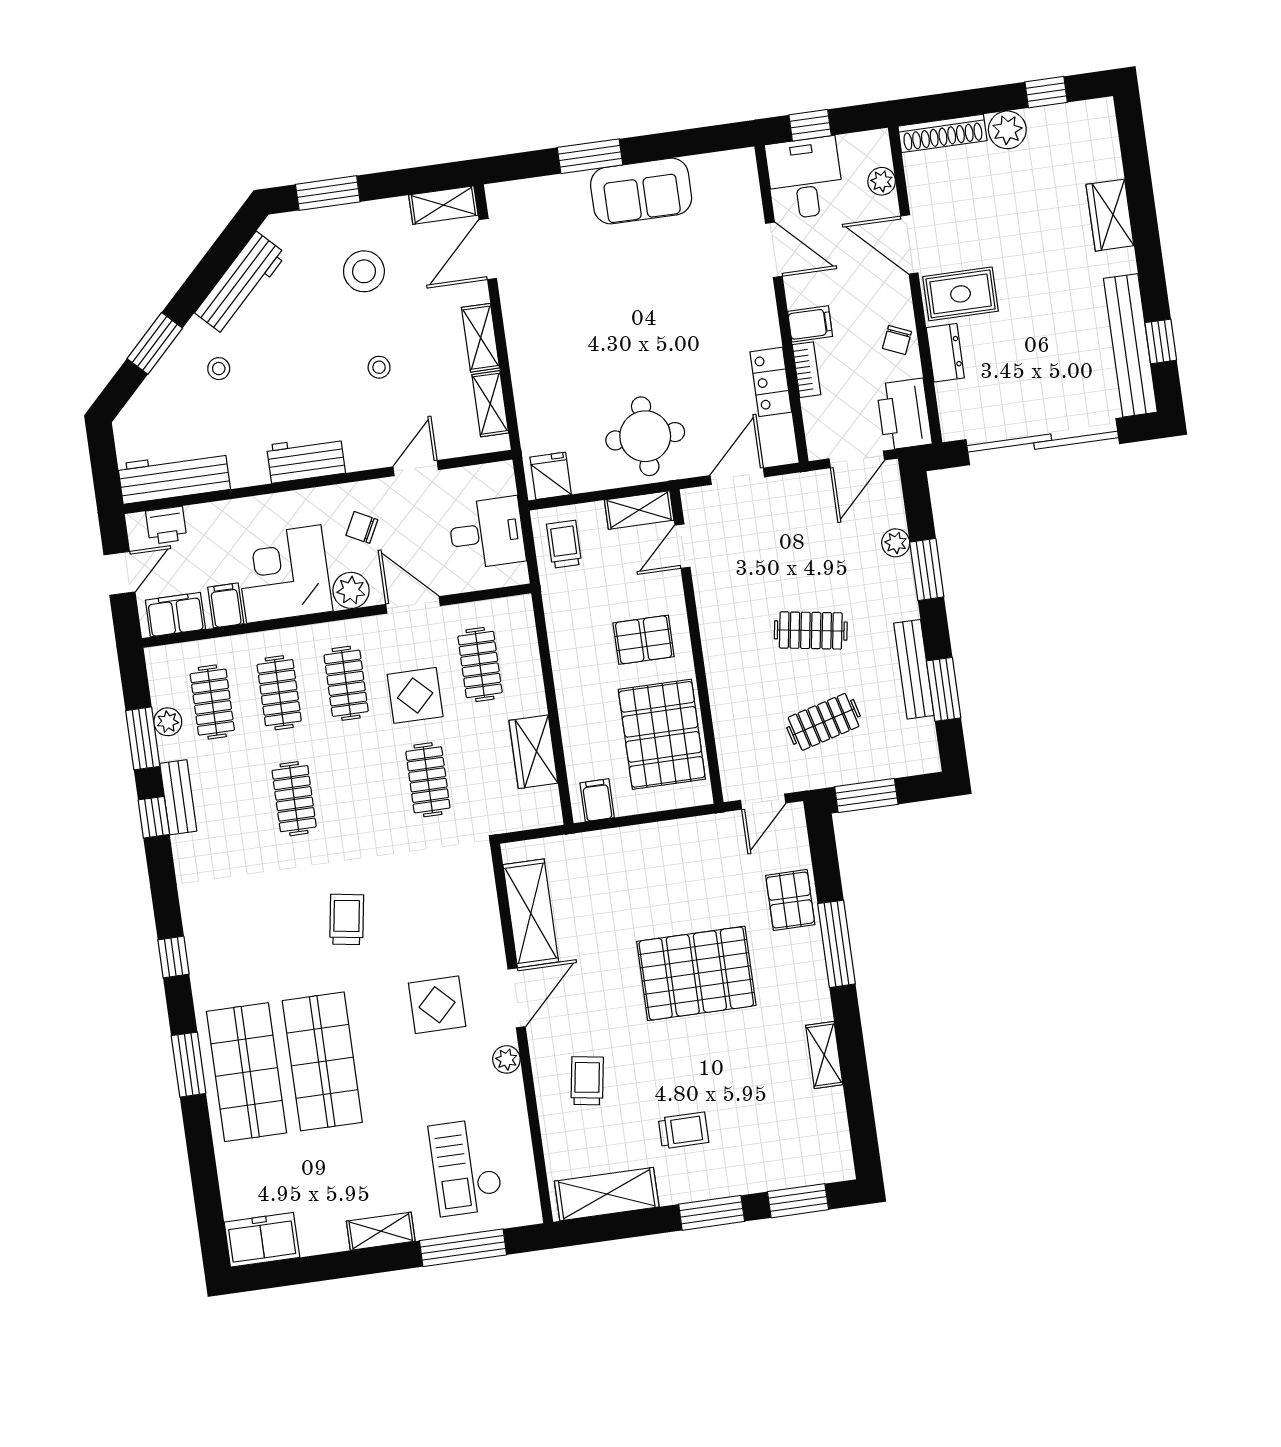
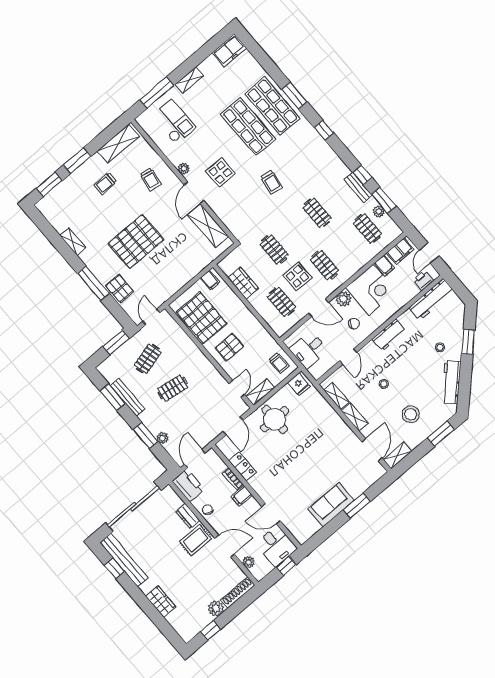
clothes rail: (279, 693) -> (346, 247), removed

